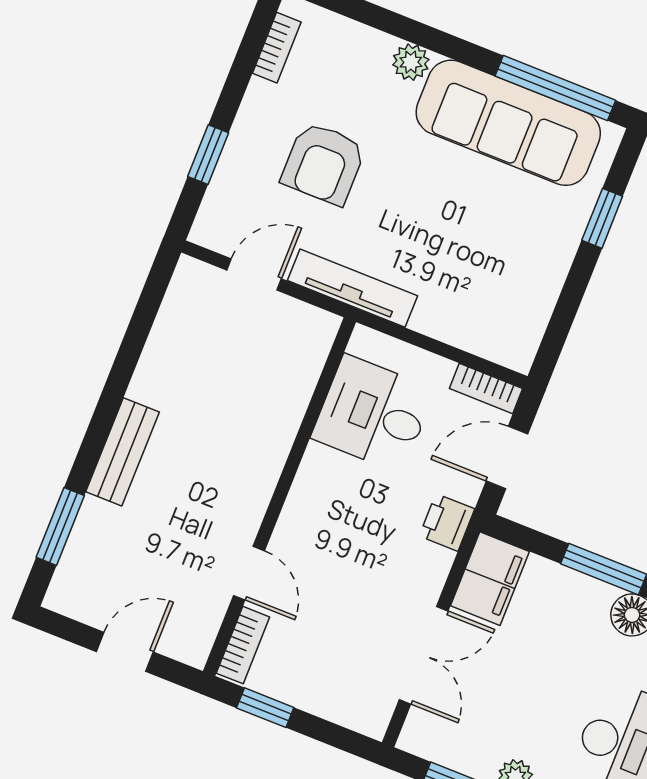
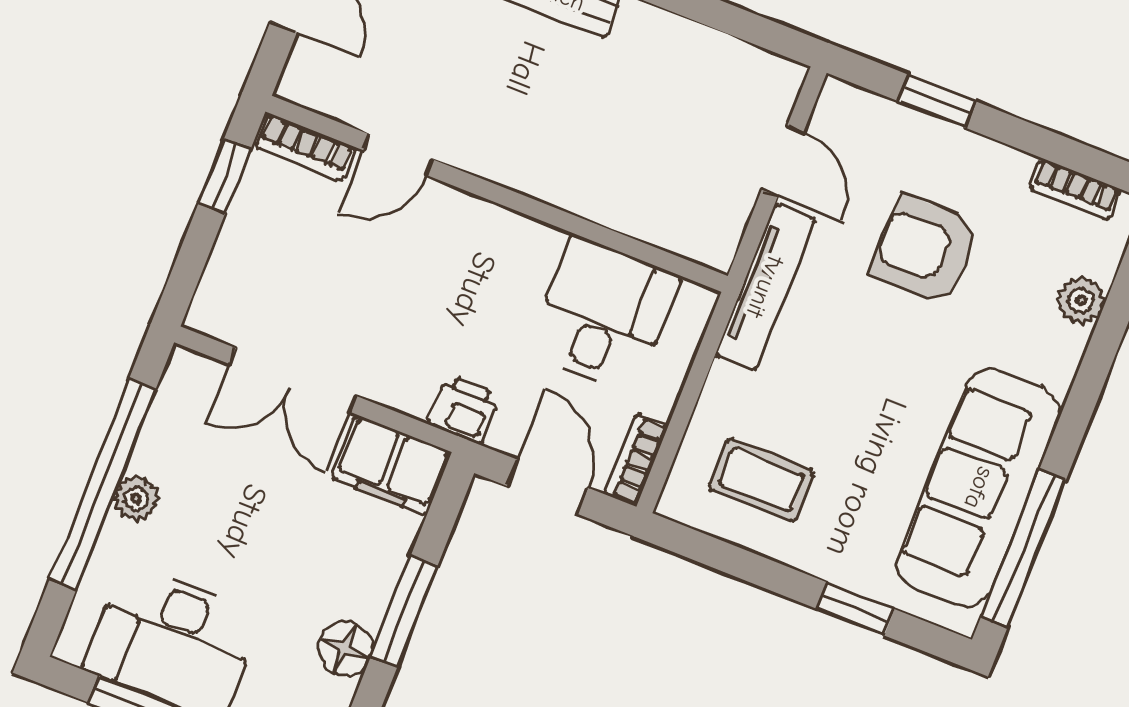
plant: (411, 62) -> (1081, 300), moved
coffee table: (502, 292) -> (761, 480), added

